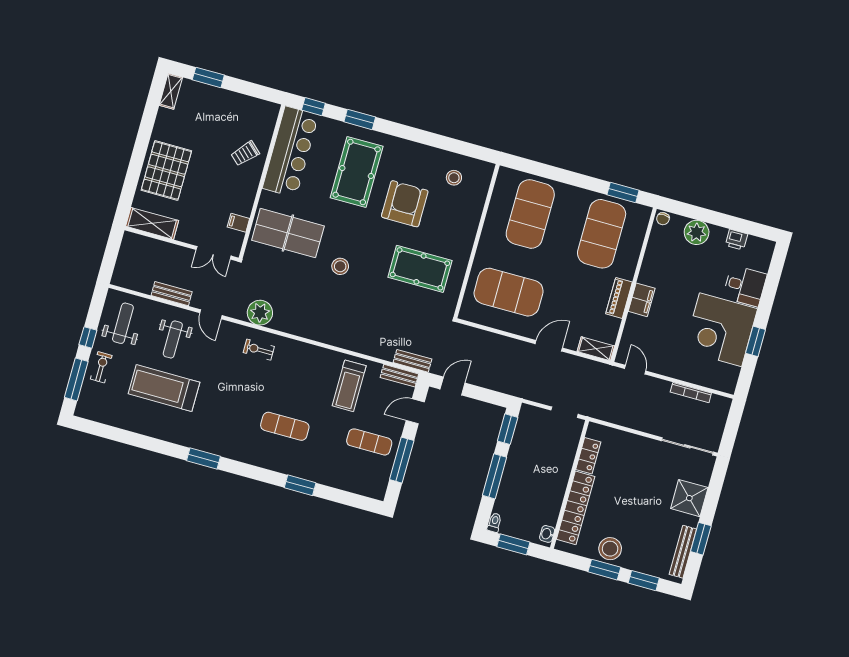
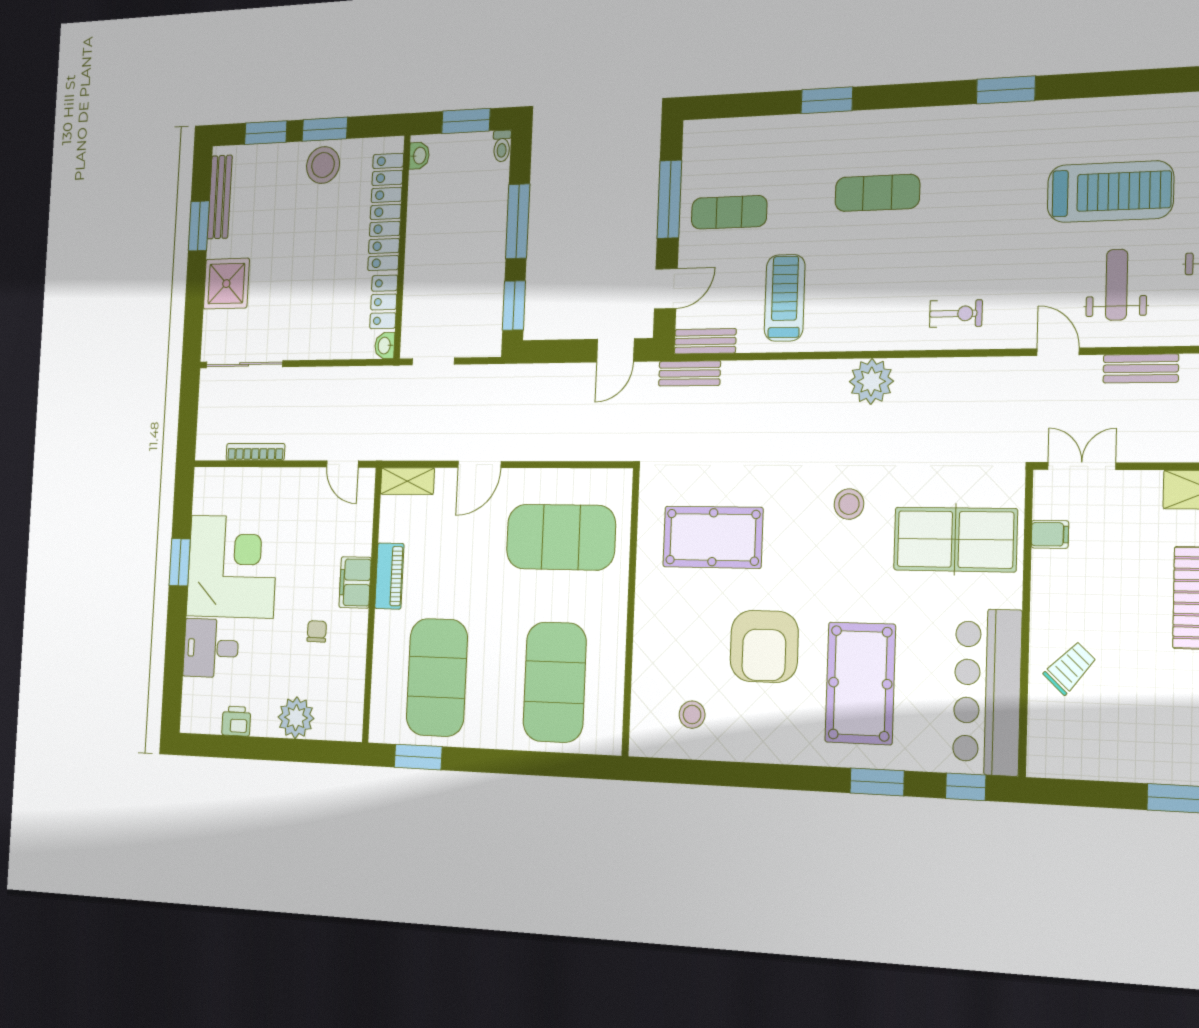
chair: (663, 219) -> (317, 631), moved
plant: (260, 313) -> (871, 381), moved
washbasin: (593, 430) -> (385, 346), added

